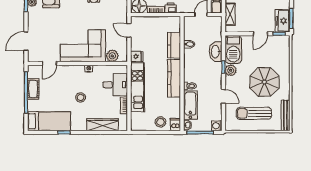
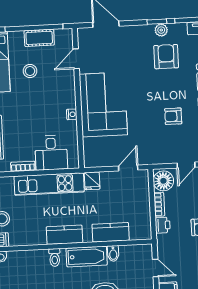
plant: (112, 56) -> (91, 146), removed
door: (49, 63) -> (76, 59), hinge flipped
kitchen counter: (174, 78) -> (64, 235), width x0.67
stool: (81, 97) -> (30, 71), moved
bathtub: (190, 105) -> (87, 257), moved

